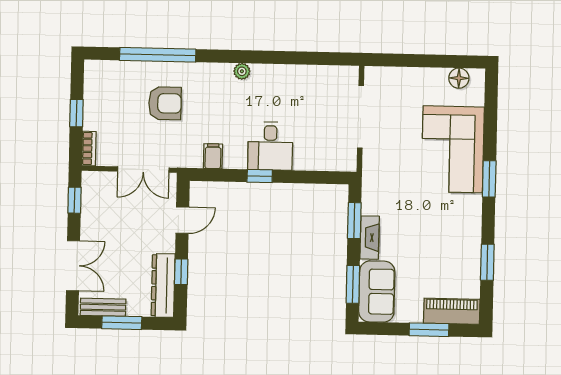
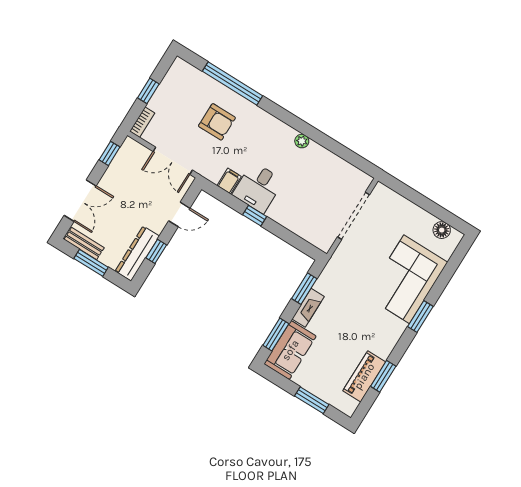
plant: (242, 71) -> (302, 141), moved
desk: (270, 146) -> (258, 188), moved
piano: (452, 311) -> (364, 376), moved, turned -90

